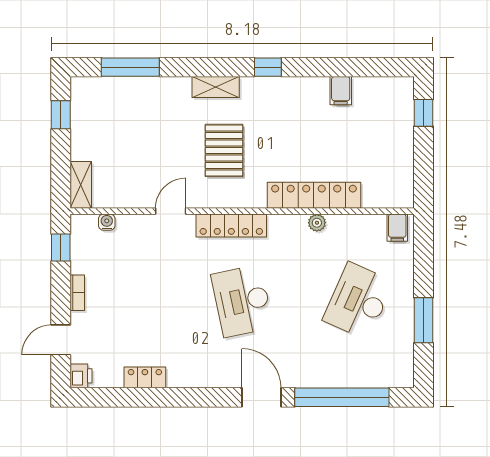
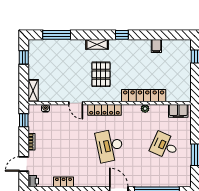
door: (171, 211) -> (76, 103), swing flipped
filing cabinet: (397, 228) -> (178, 111), width x2.00
desk: (358, 301) -> (165, 146), width x0.73

